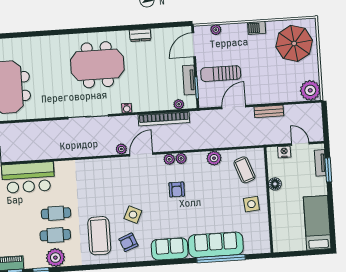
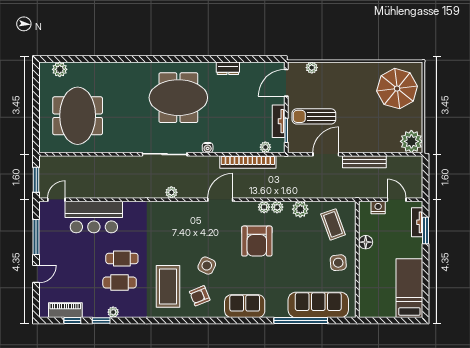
barbecue: (257, 28) -> (357, 69), removed
bench: (269, 111) -> (364, 162), width x1.36
plant: (121, 149) -> (171, 192), moved
plant: (169, 159) -> (277, 207), moved
armchair: (177, 189) -> (257, 241), width x1.88, depth x1.88
sofa: (216, 245) -> (318, 305), moved
plant: (55, 258) -> (113, 312), width x0.53, depth x0.53

